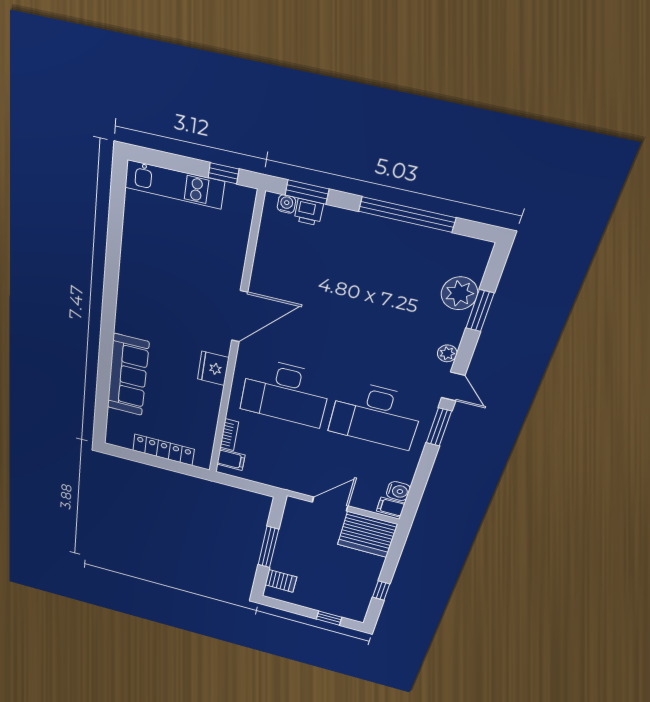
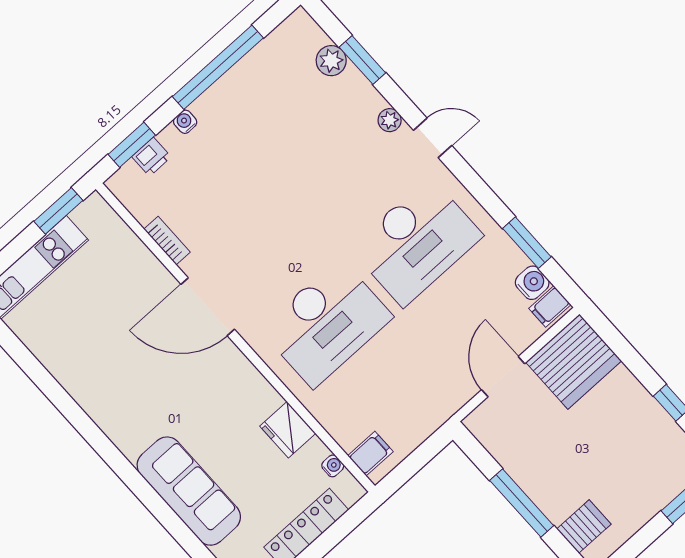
window: (223, 173) -> (58, 211), width x1.50
water cooler: (286, 204) -> (185, 122), moved
plant: (459, 293) -> (331, 61), width x0.73, depth x0.73
door: (240, 316) -> (208, 307), swing flipped
fridge: (213, 368) -> (288, 430), moved
window: (439, 427) -> (527, 243), moved
bookcase: (229, 435) -> (167, 241), moved
water cooler: (208, 444) -> (333, 466), added

